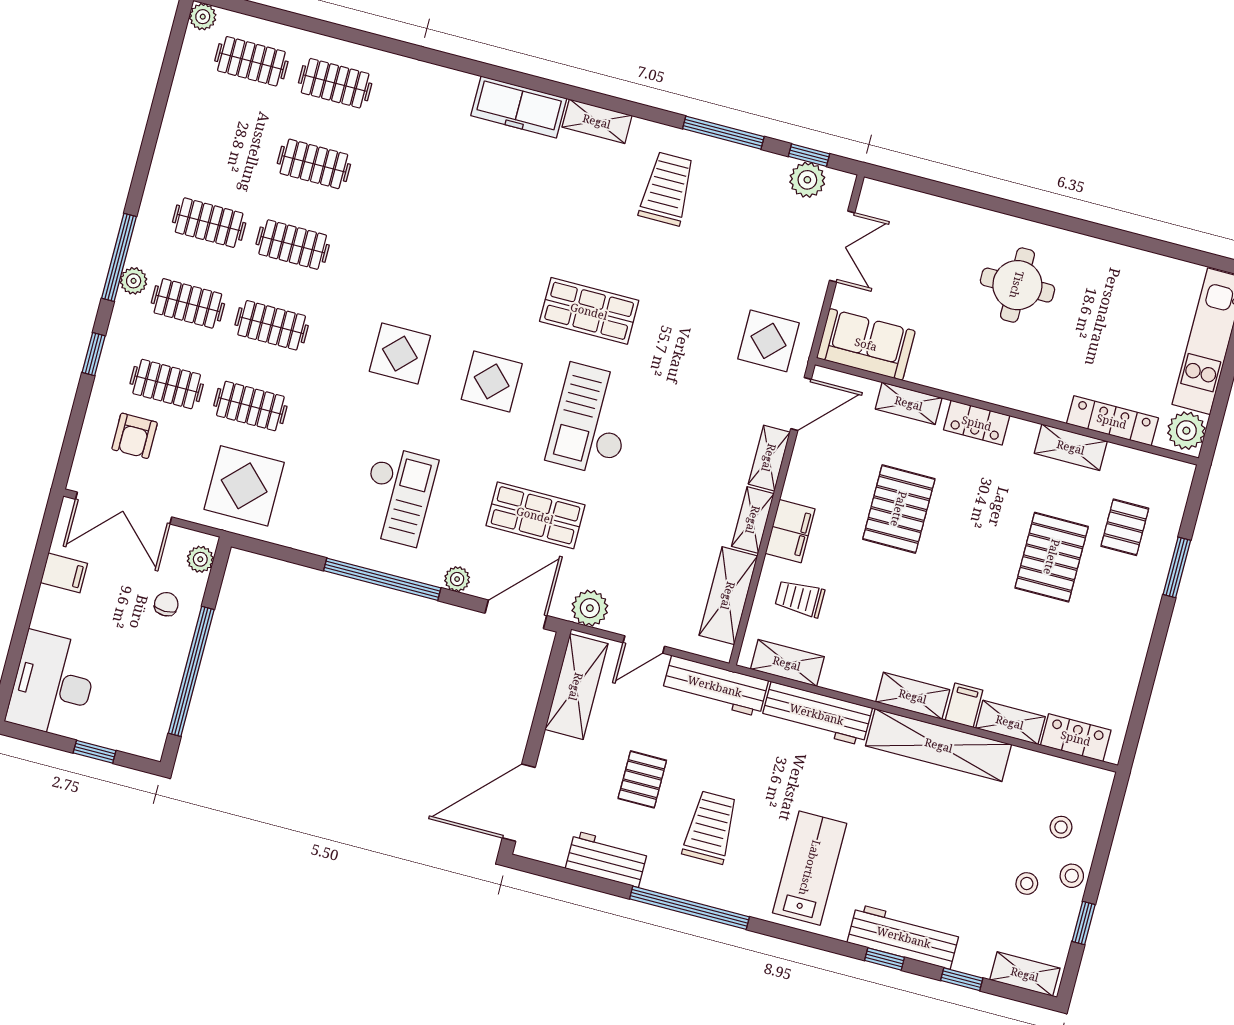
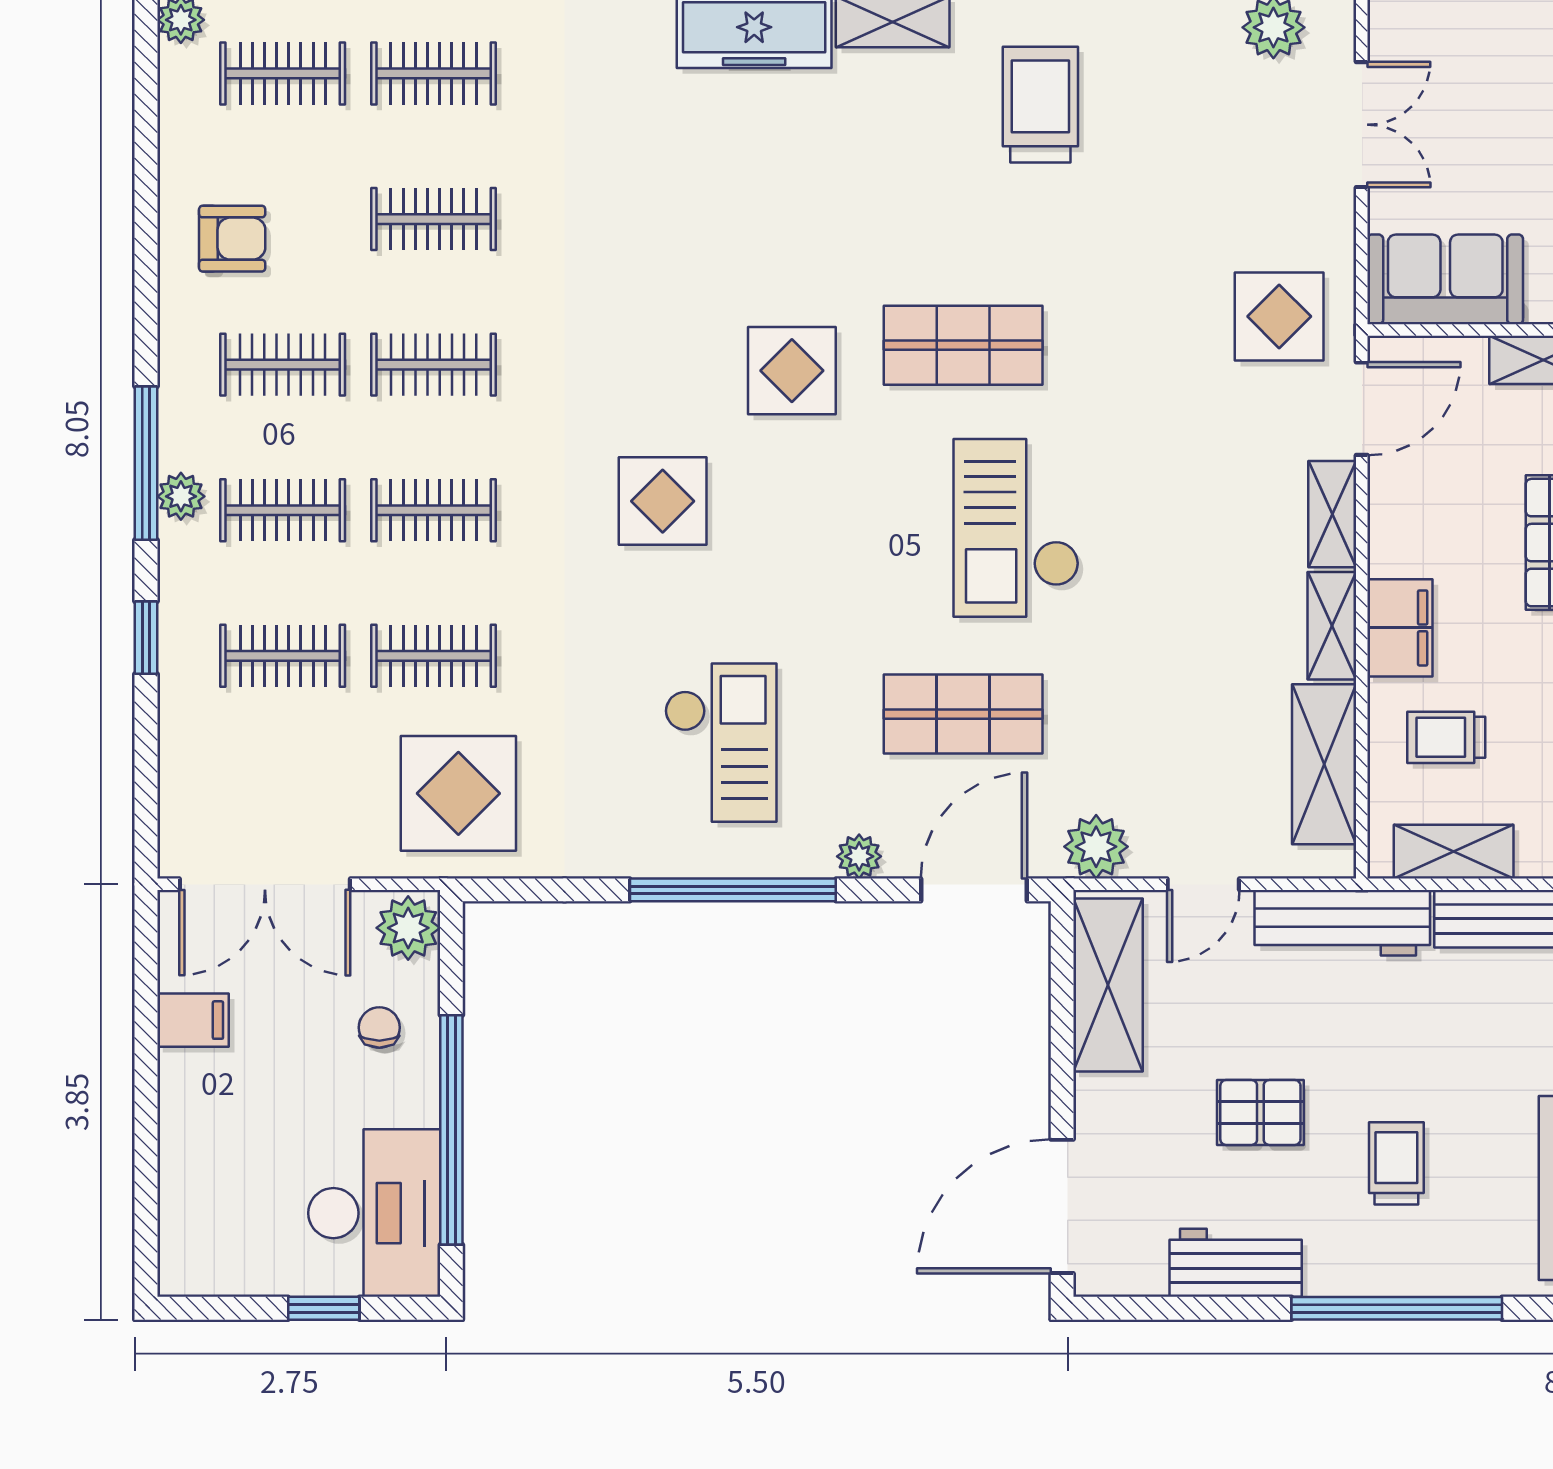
display table: (492, 381) -> (792, 371), moved
armchair: (135, 436) -> (232, 239), moved, turned -90
plant: (200, 559) -> (408, 928), width x1.38, depth x1.38
desk: (53, 684) -> (374, 1213), moved, turned 180
pallet: (642, 779) -> (1260, 1112), turned 90
trolley: (710, 827) -> (1396, 1163), width x0.73, depth x0.72

